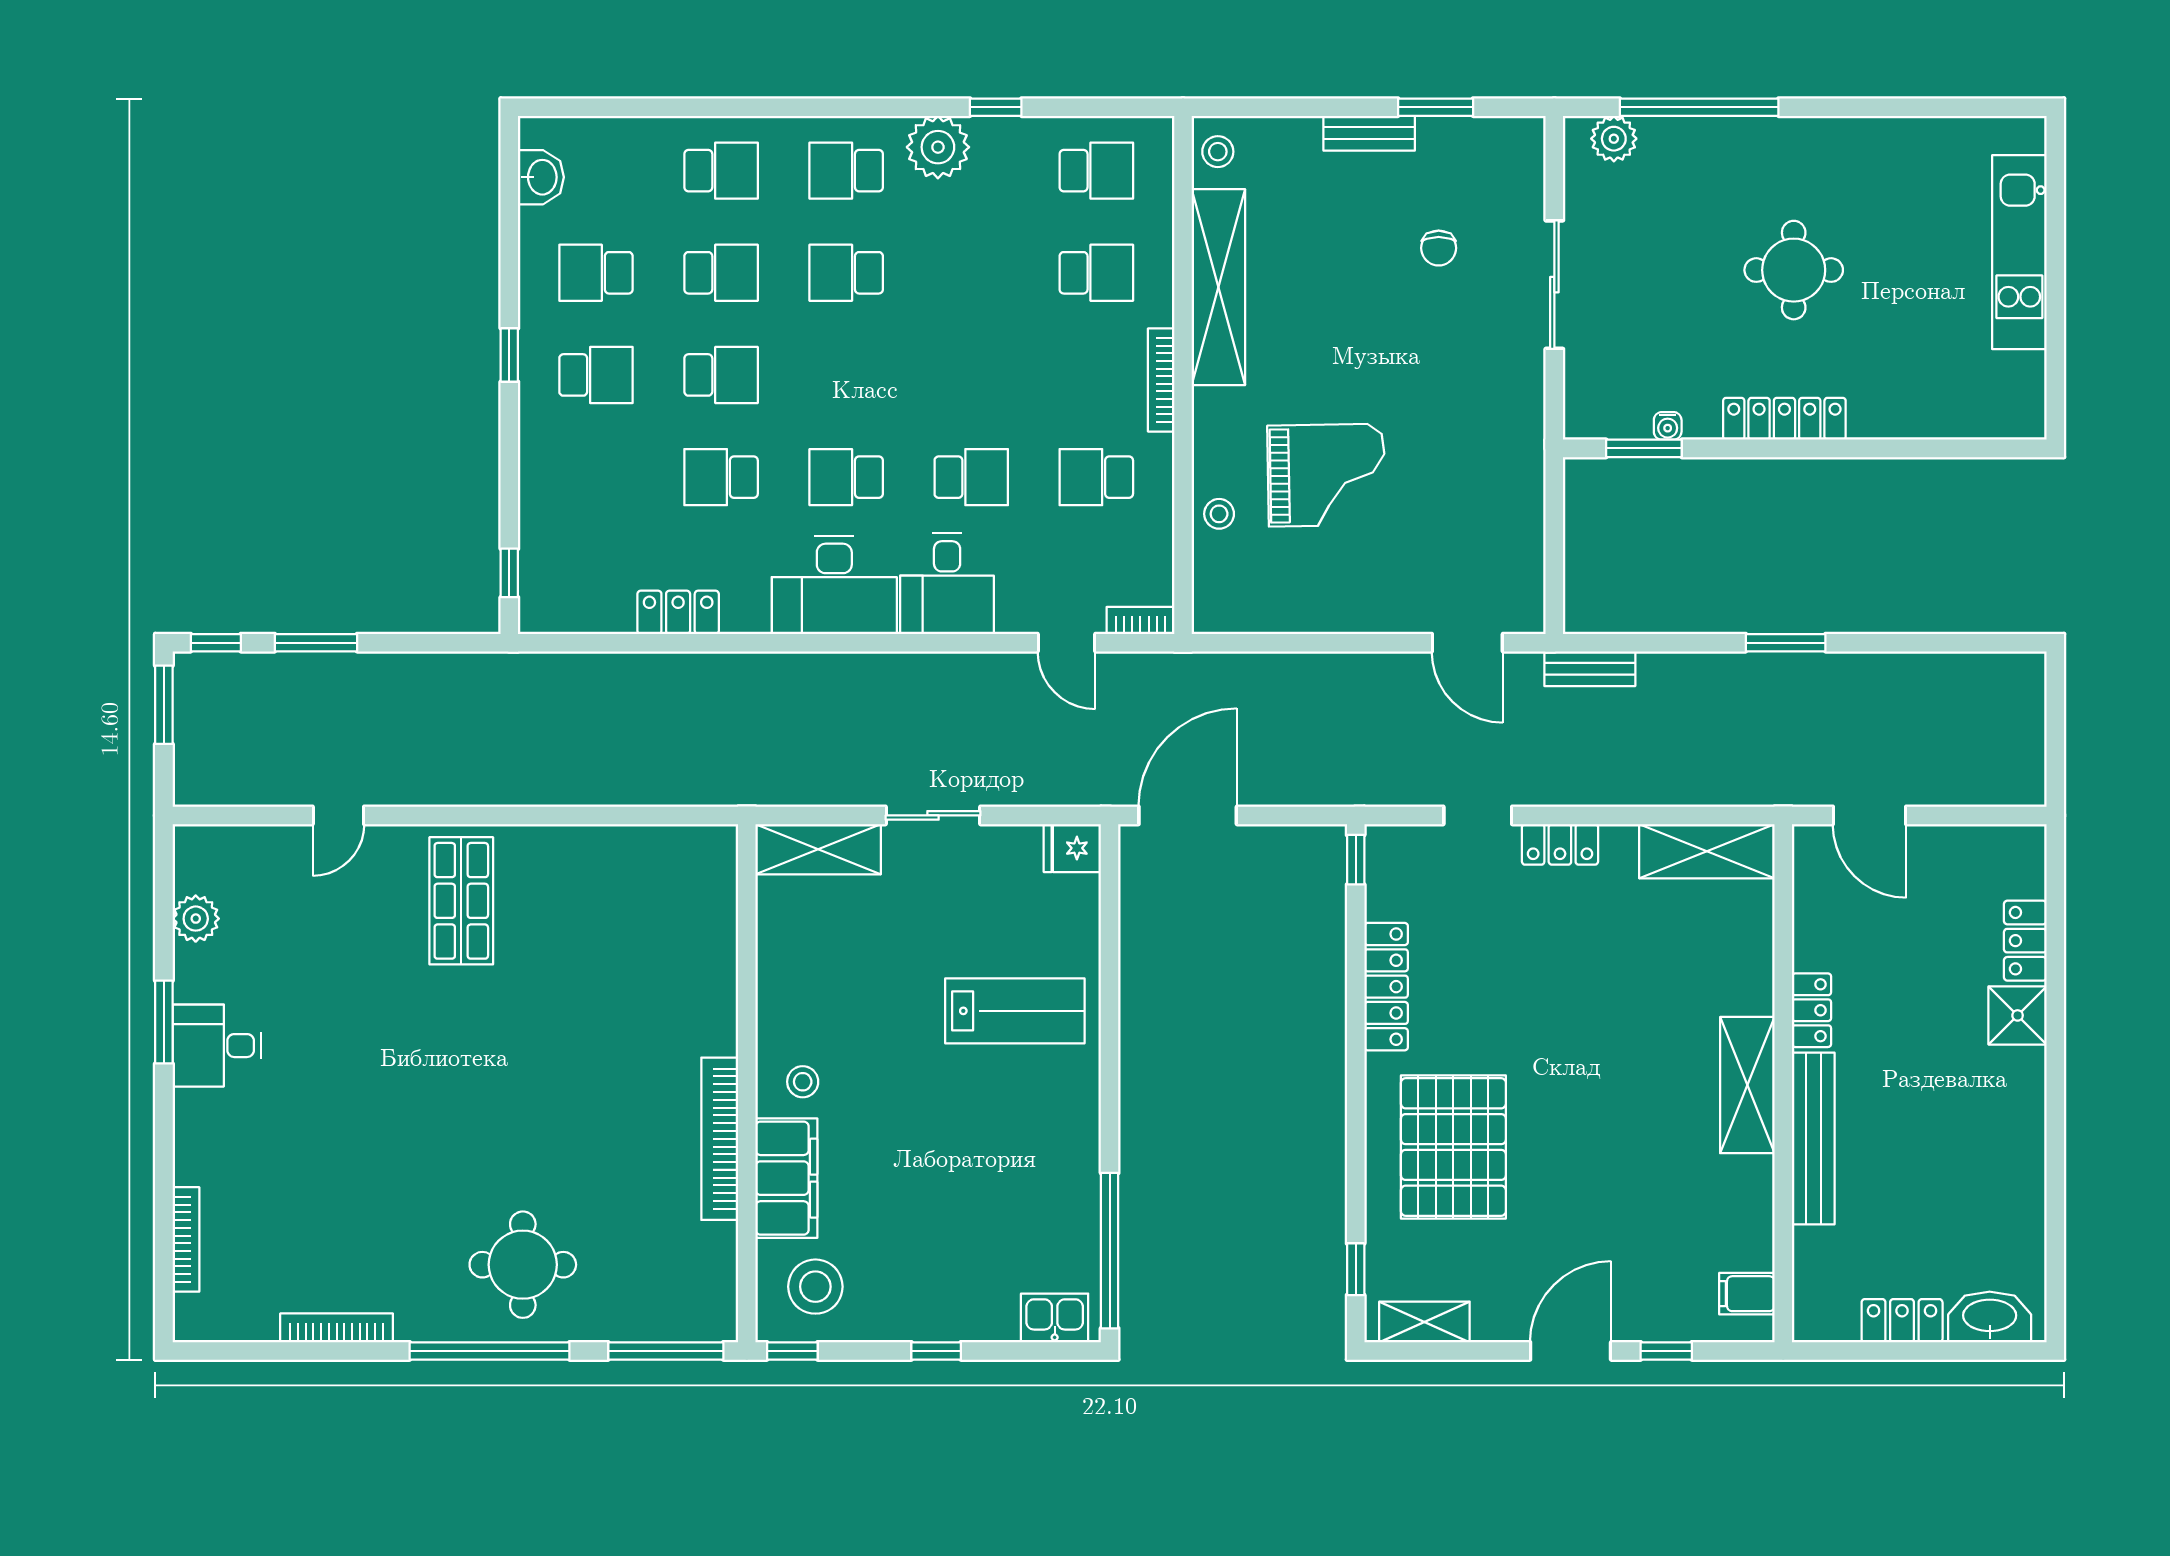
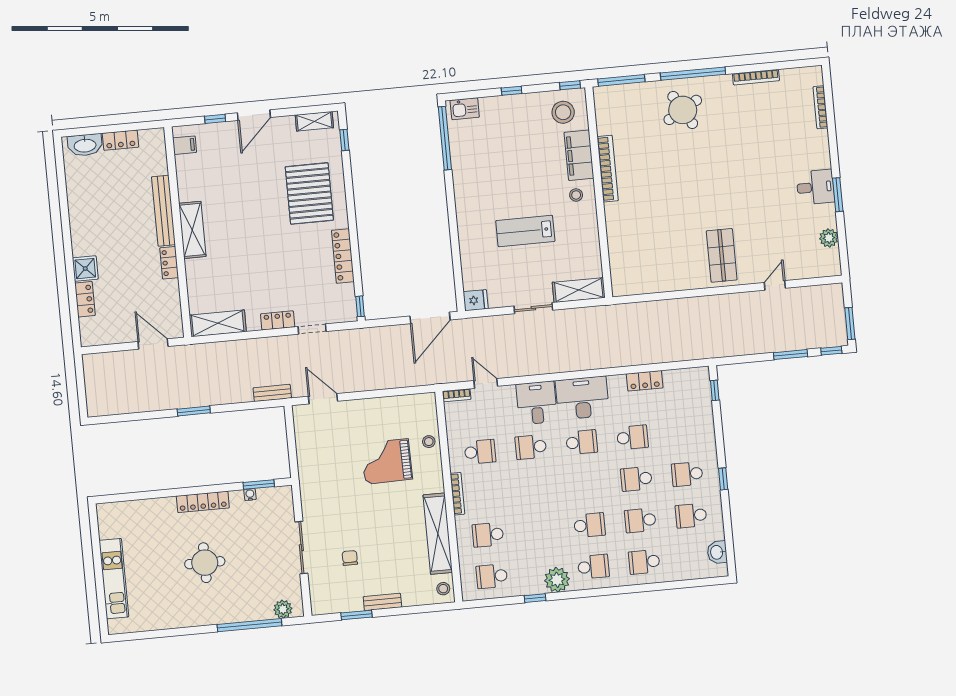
school desk: (596, 273) -> (691, 516), turned 180
lab bench: (1015, 1011) -> (525, 231), moved
round table: (523, 1265) -> (683, 110), turned -30

